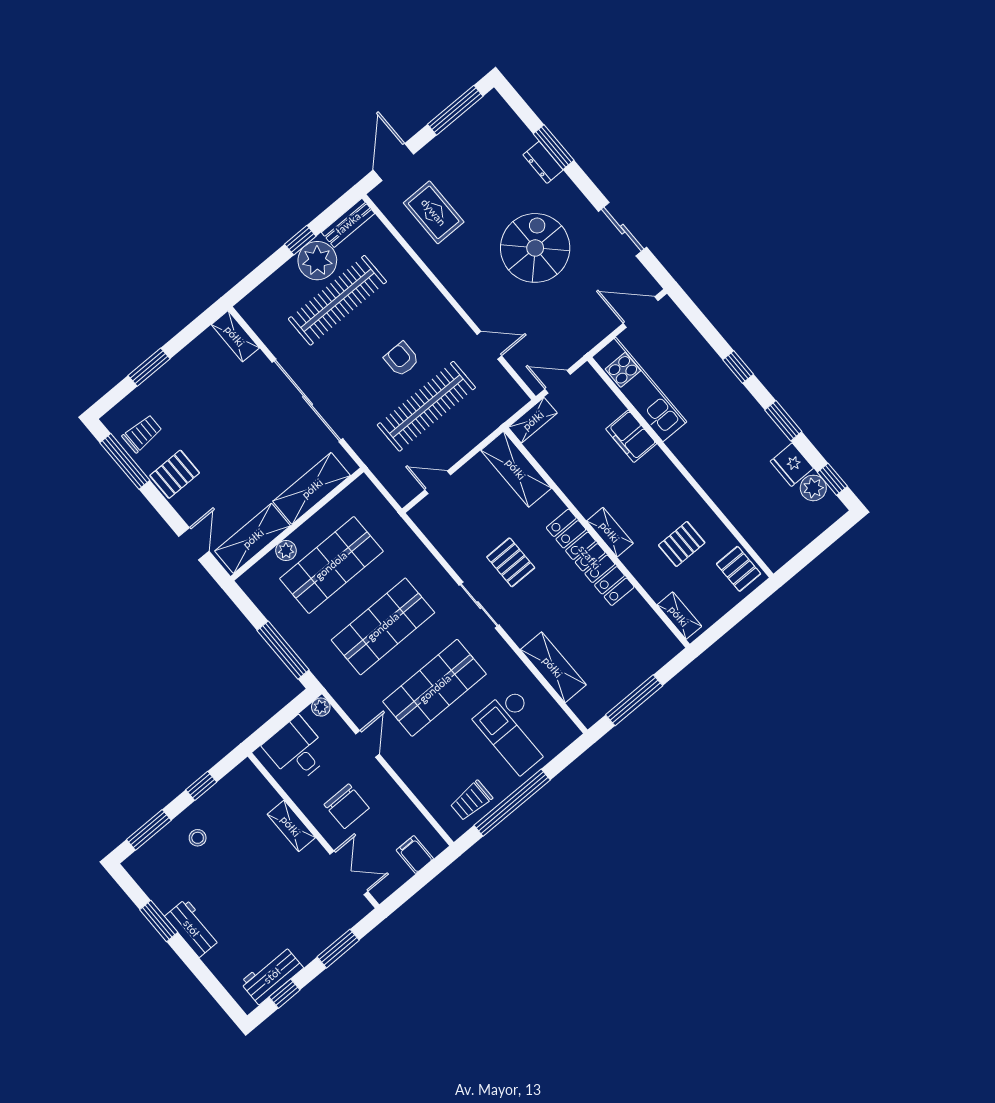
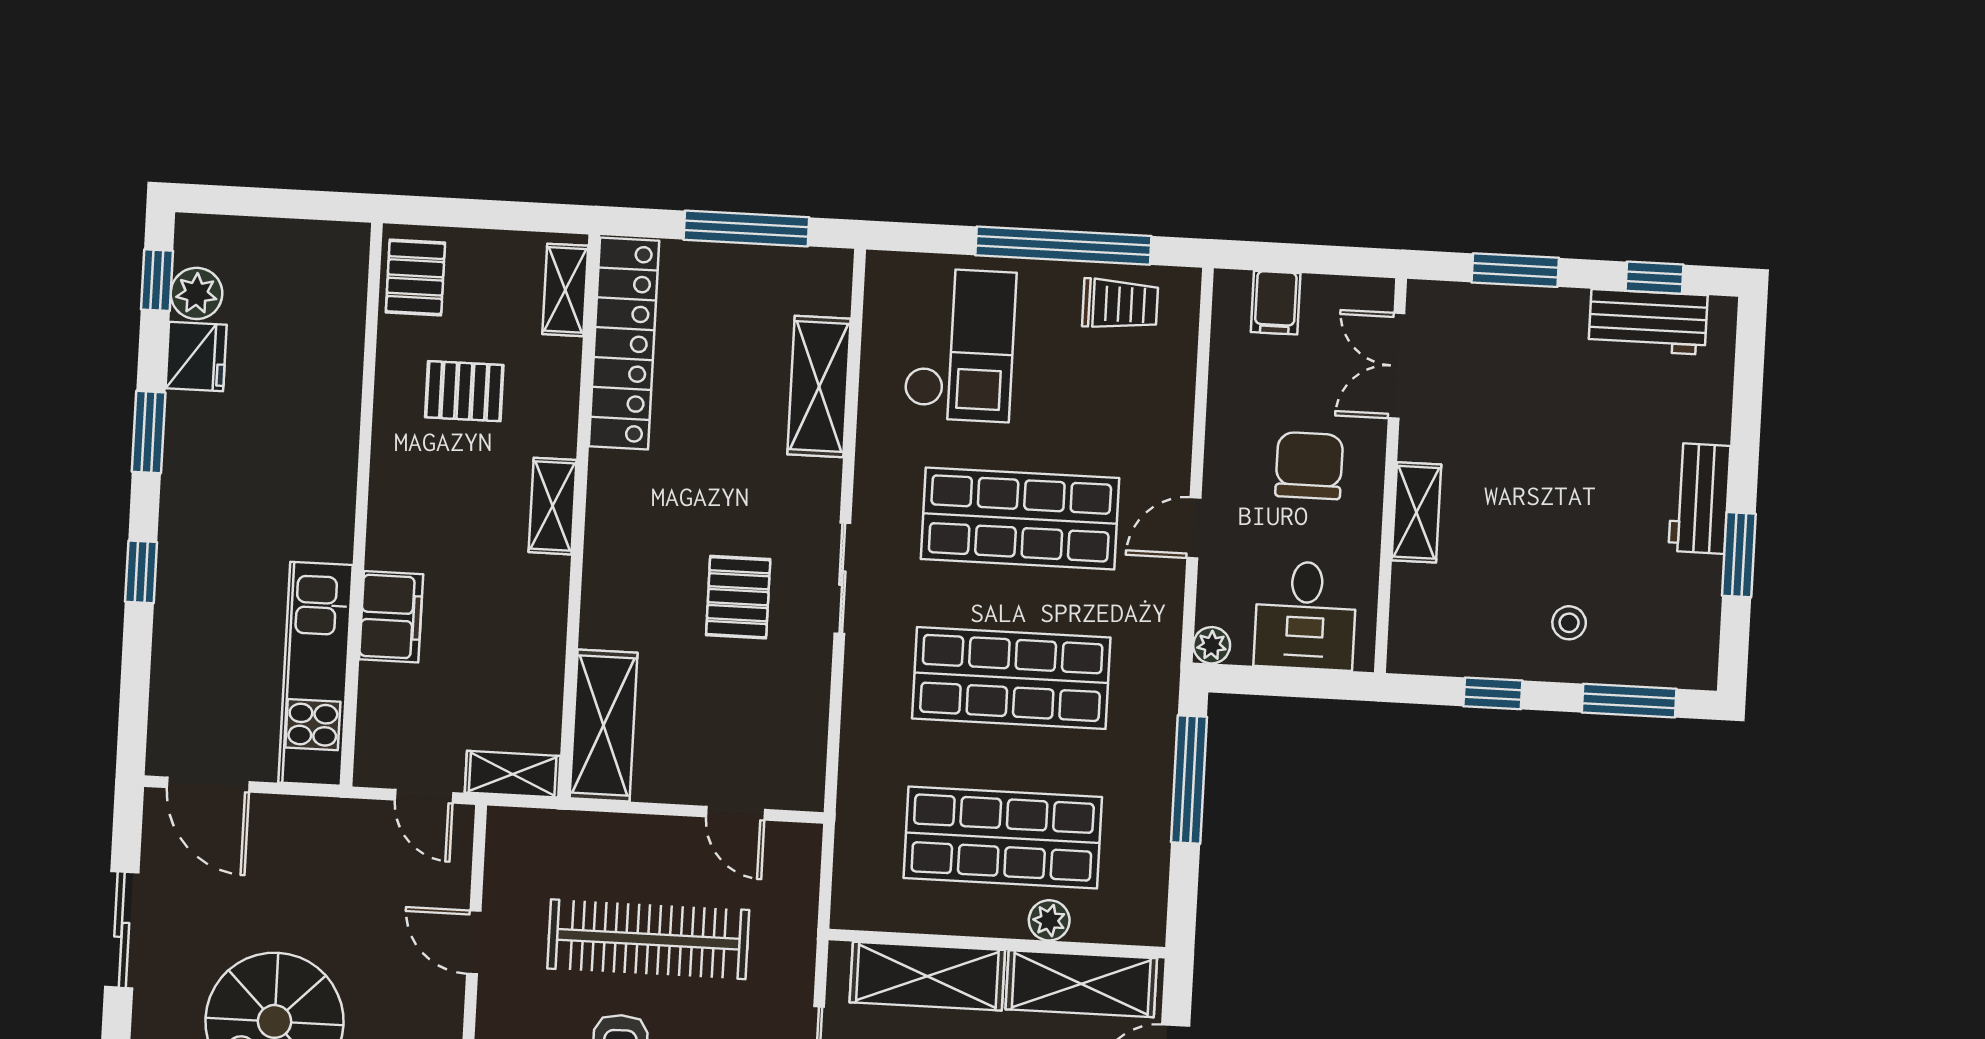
locker: (590, 557) -> (624, 344), moved

